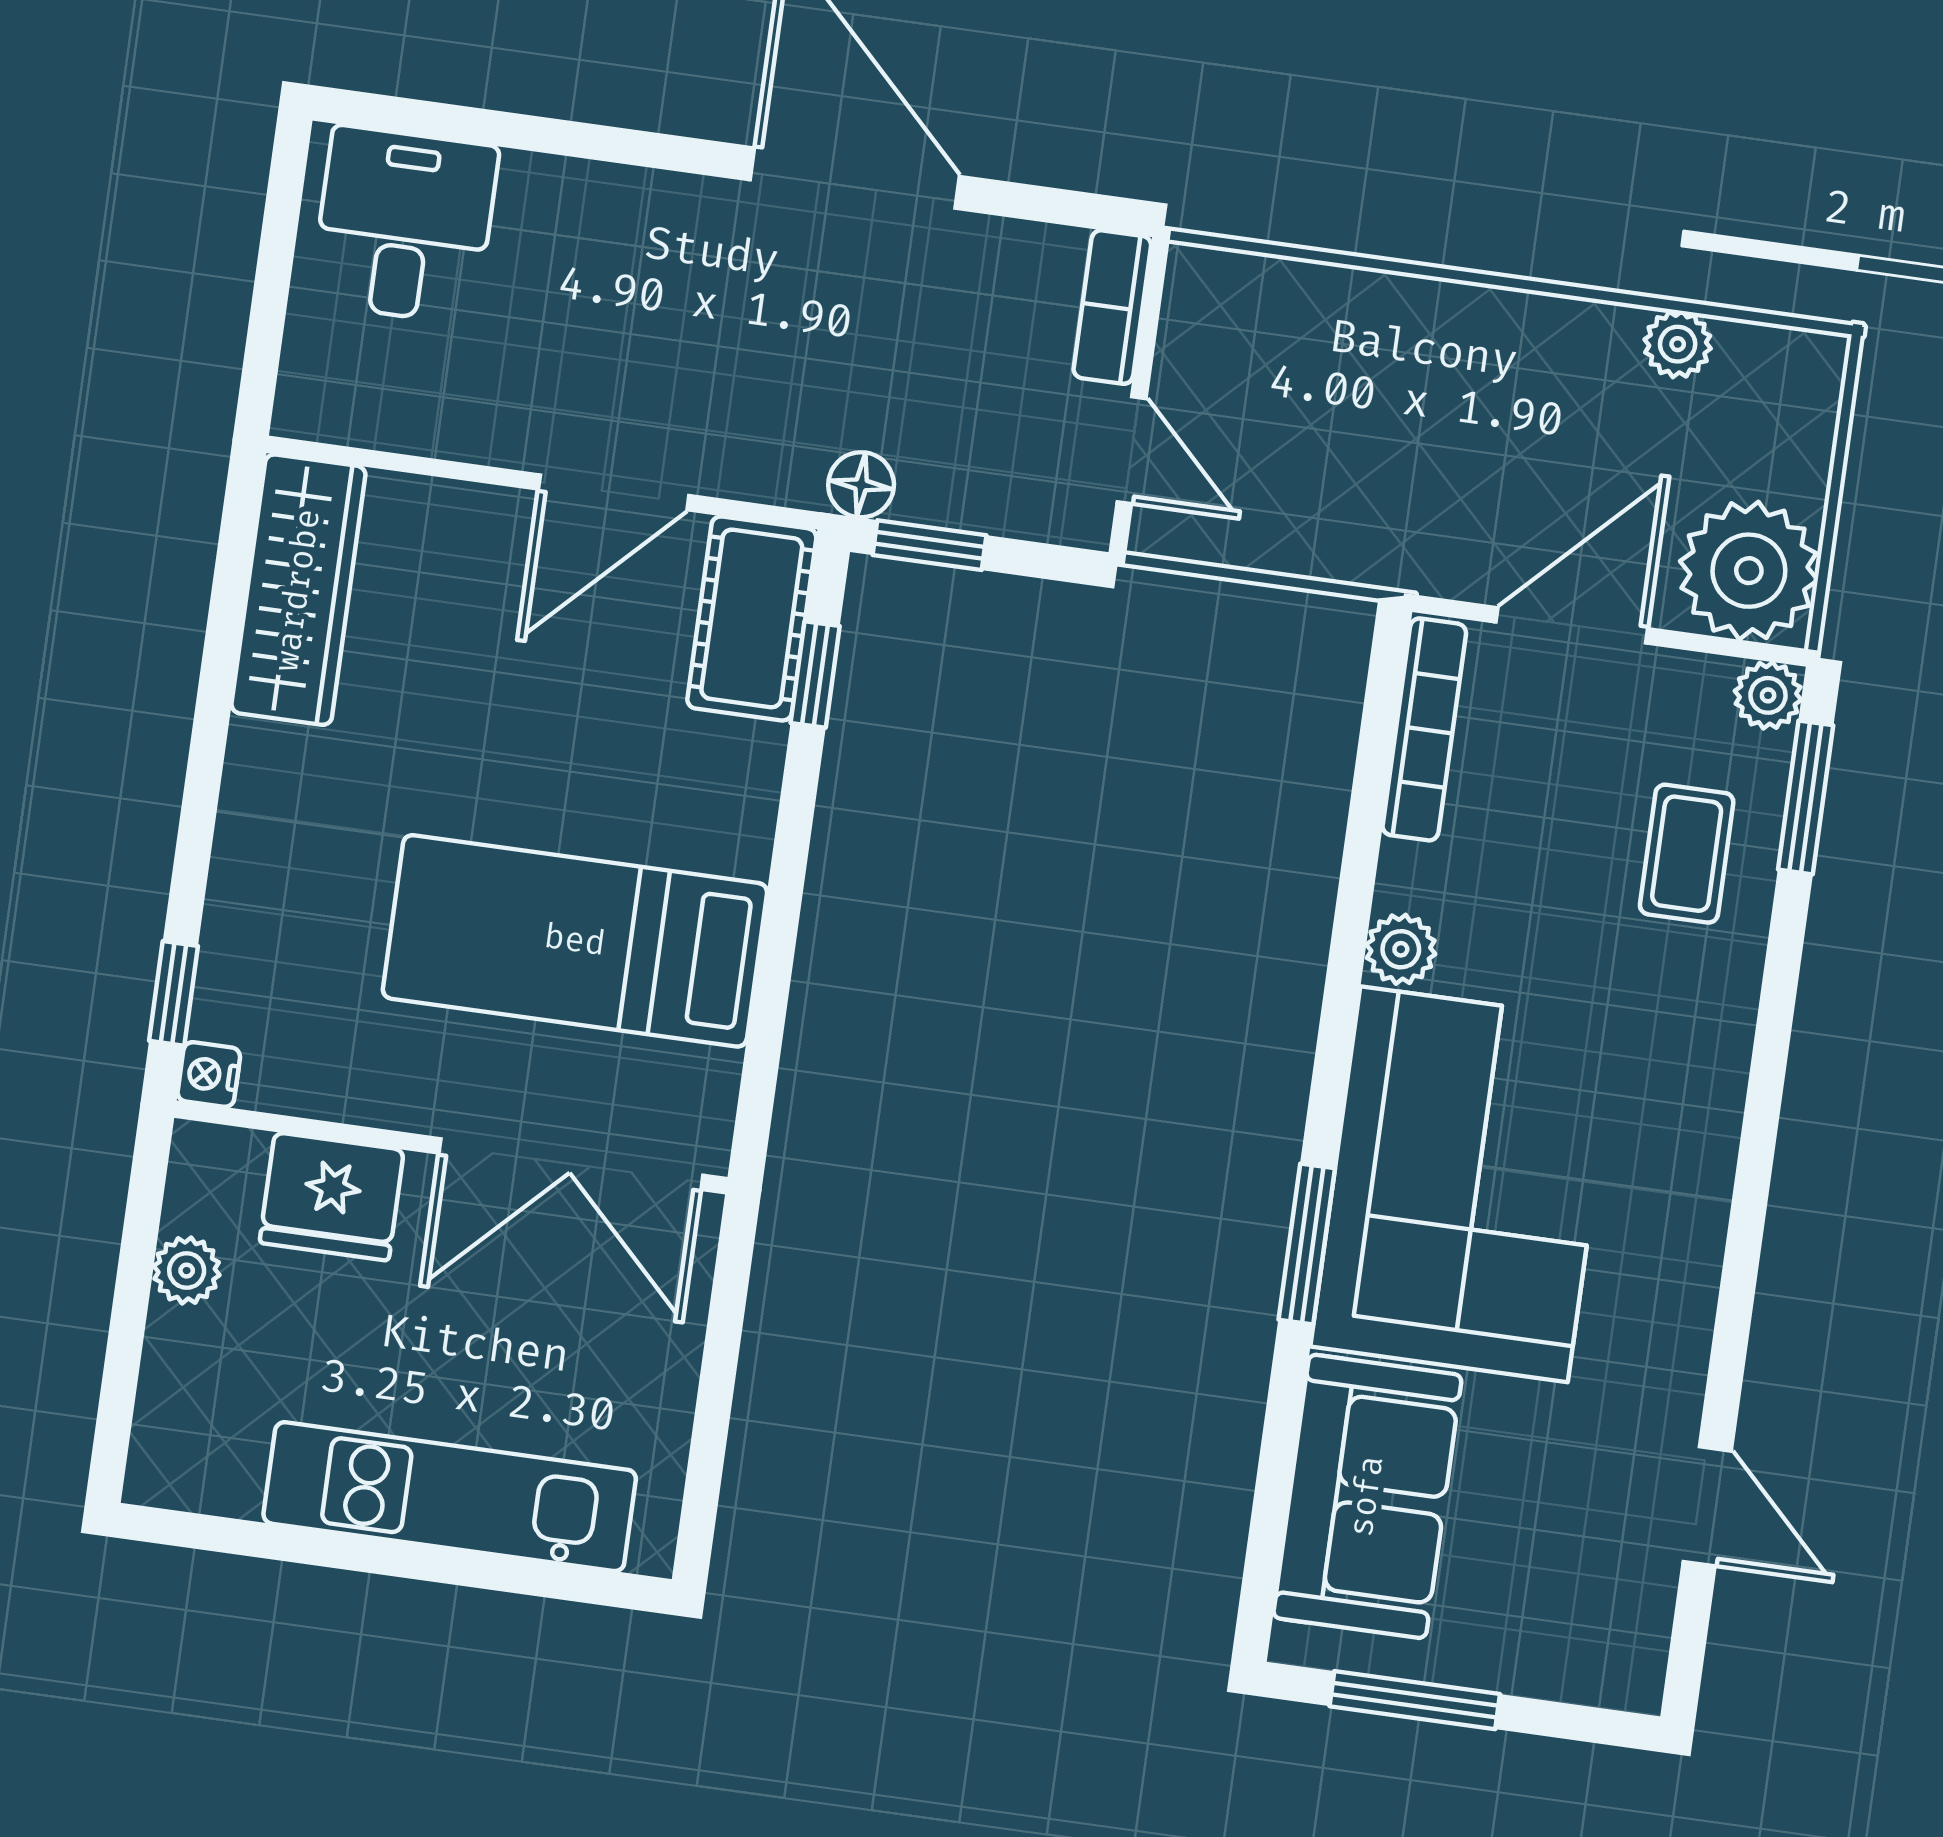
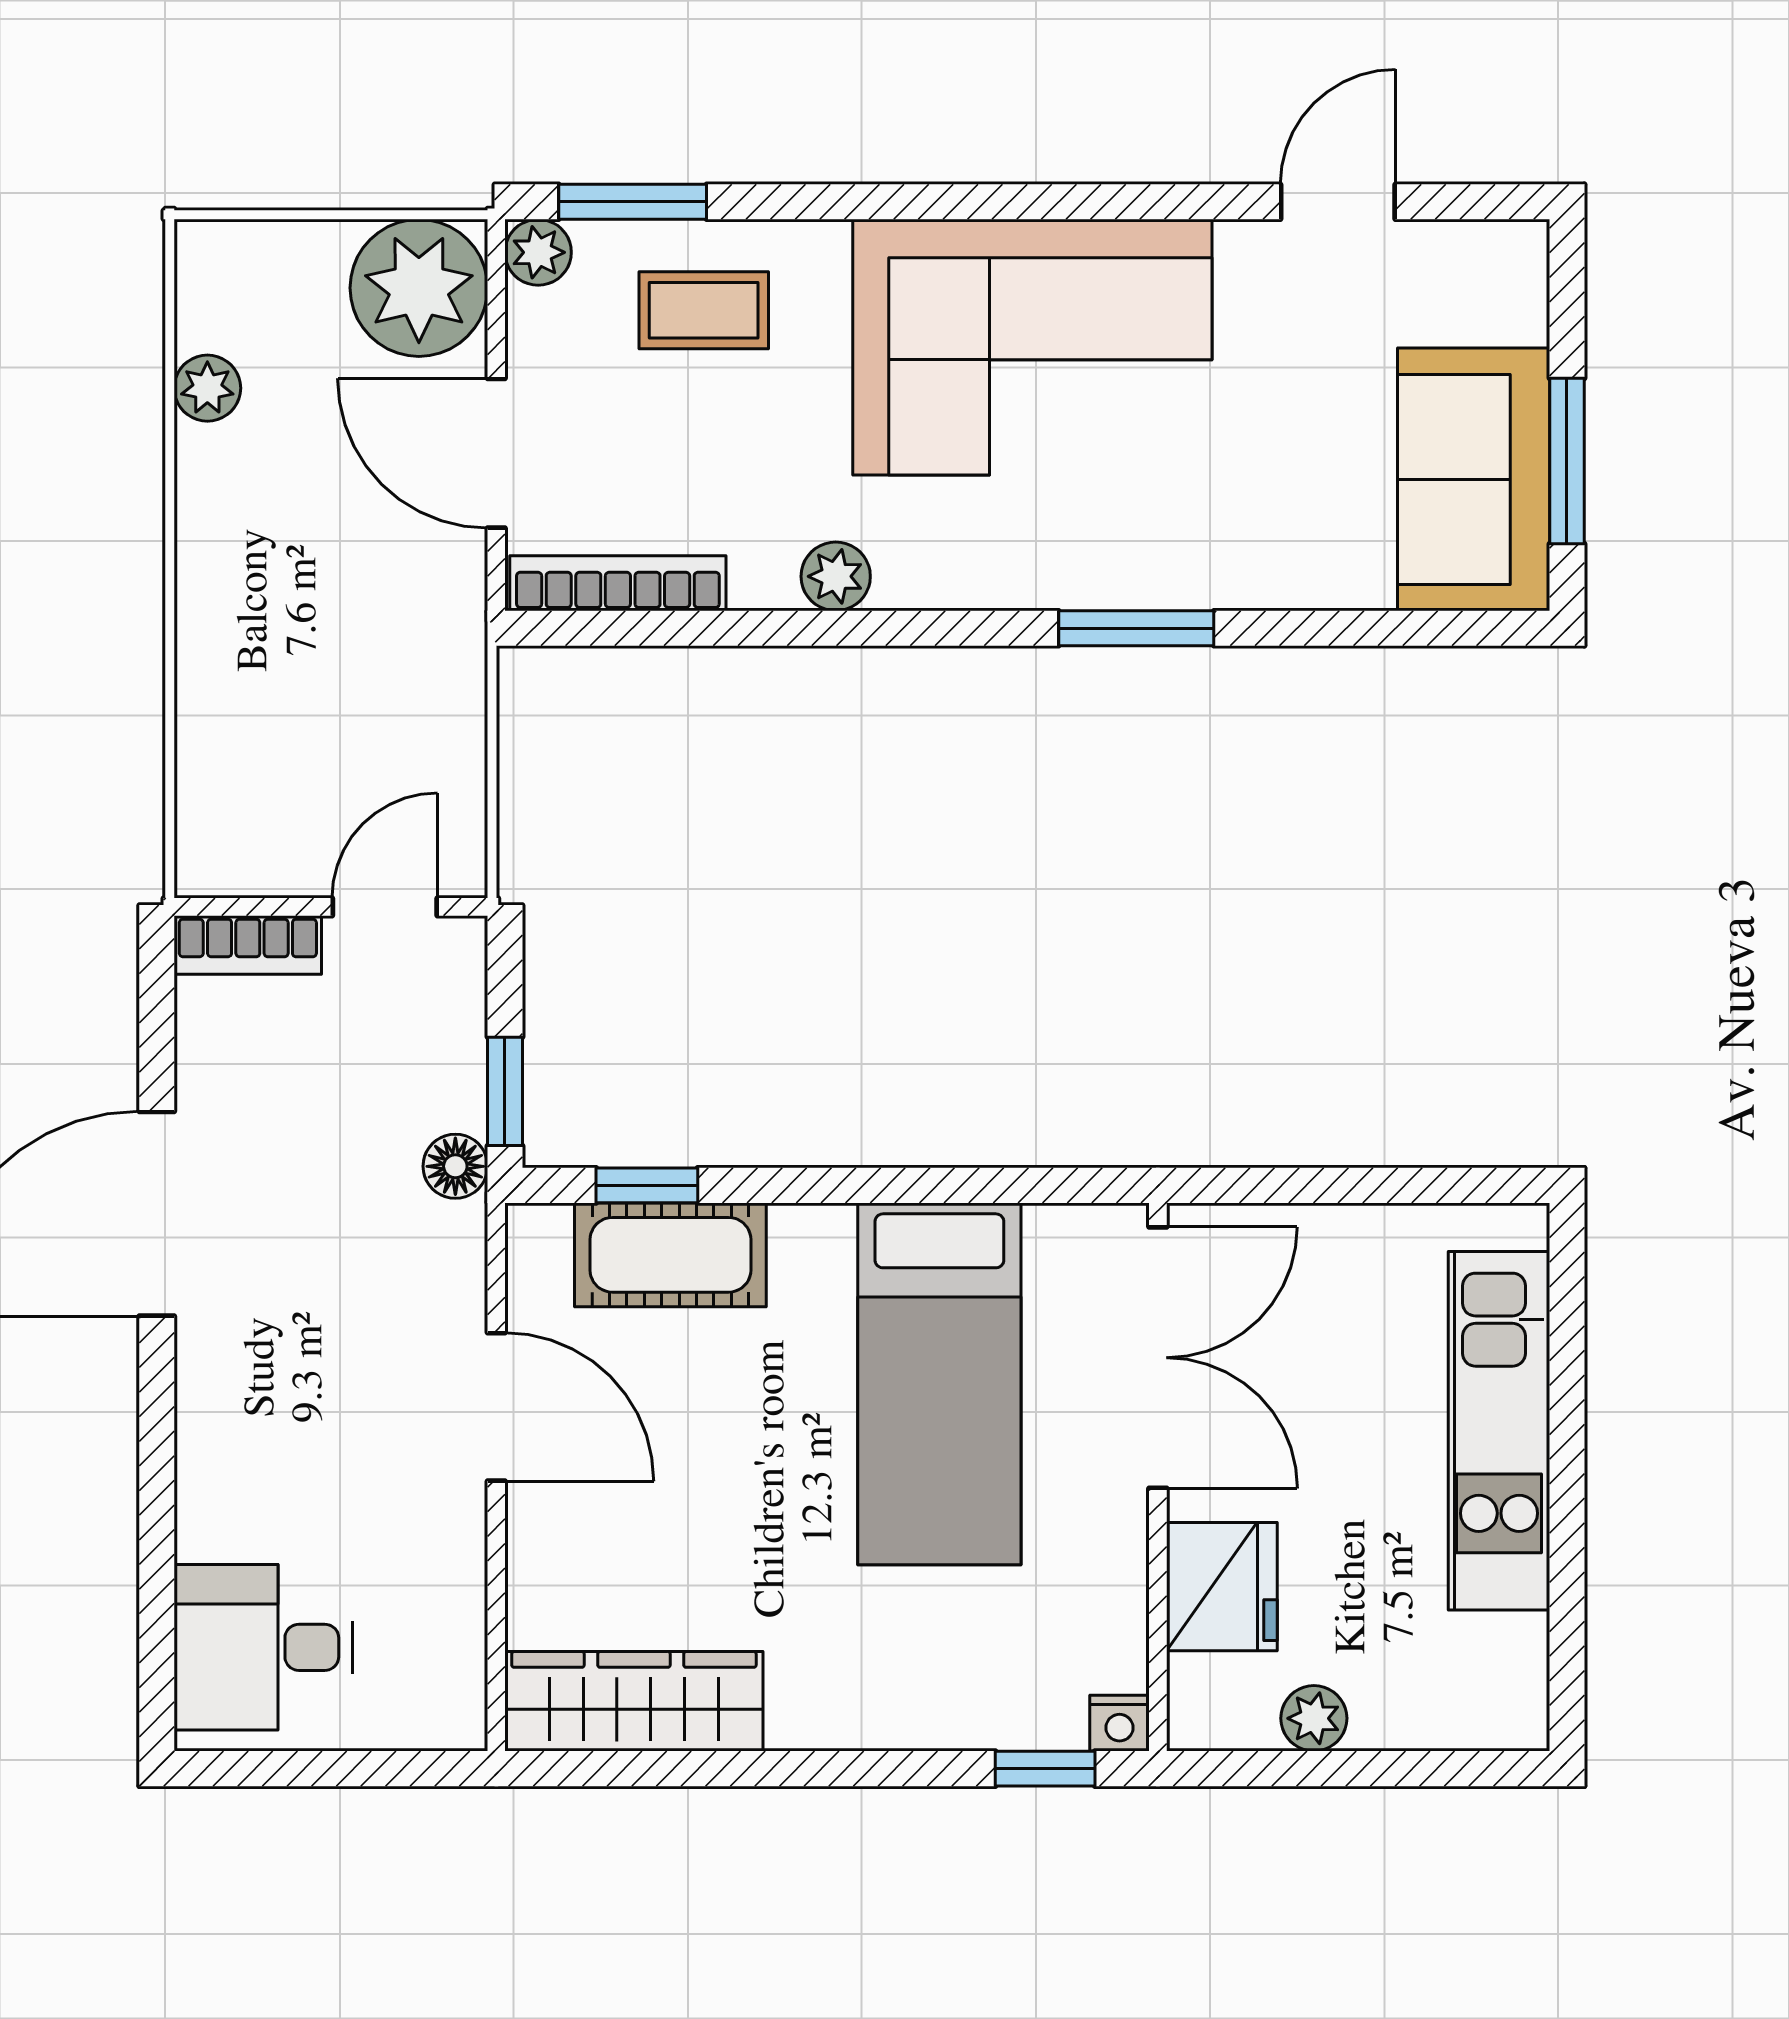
cot: (752, 618) -> (670, 1255), moved
corner sofa: (1464, 1184) -> (1032, 347), moved, turned 180
sofa: (1367, 1496) -> (1474, 479), moved, turned -90

